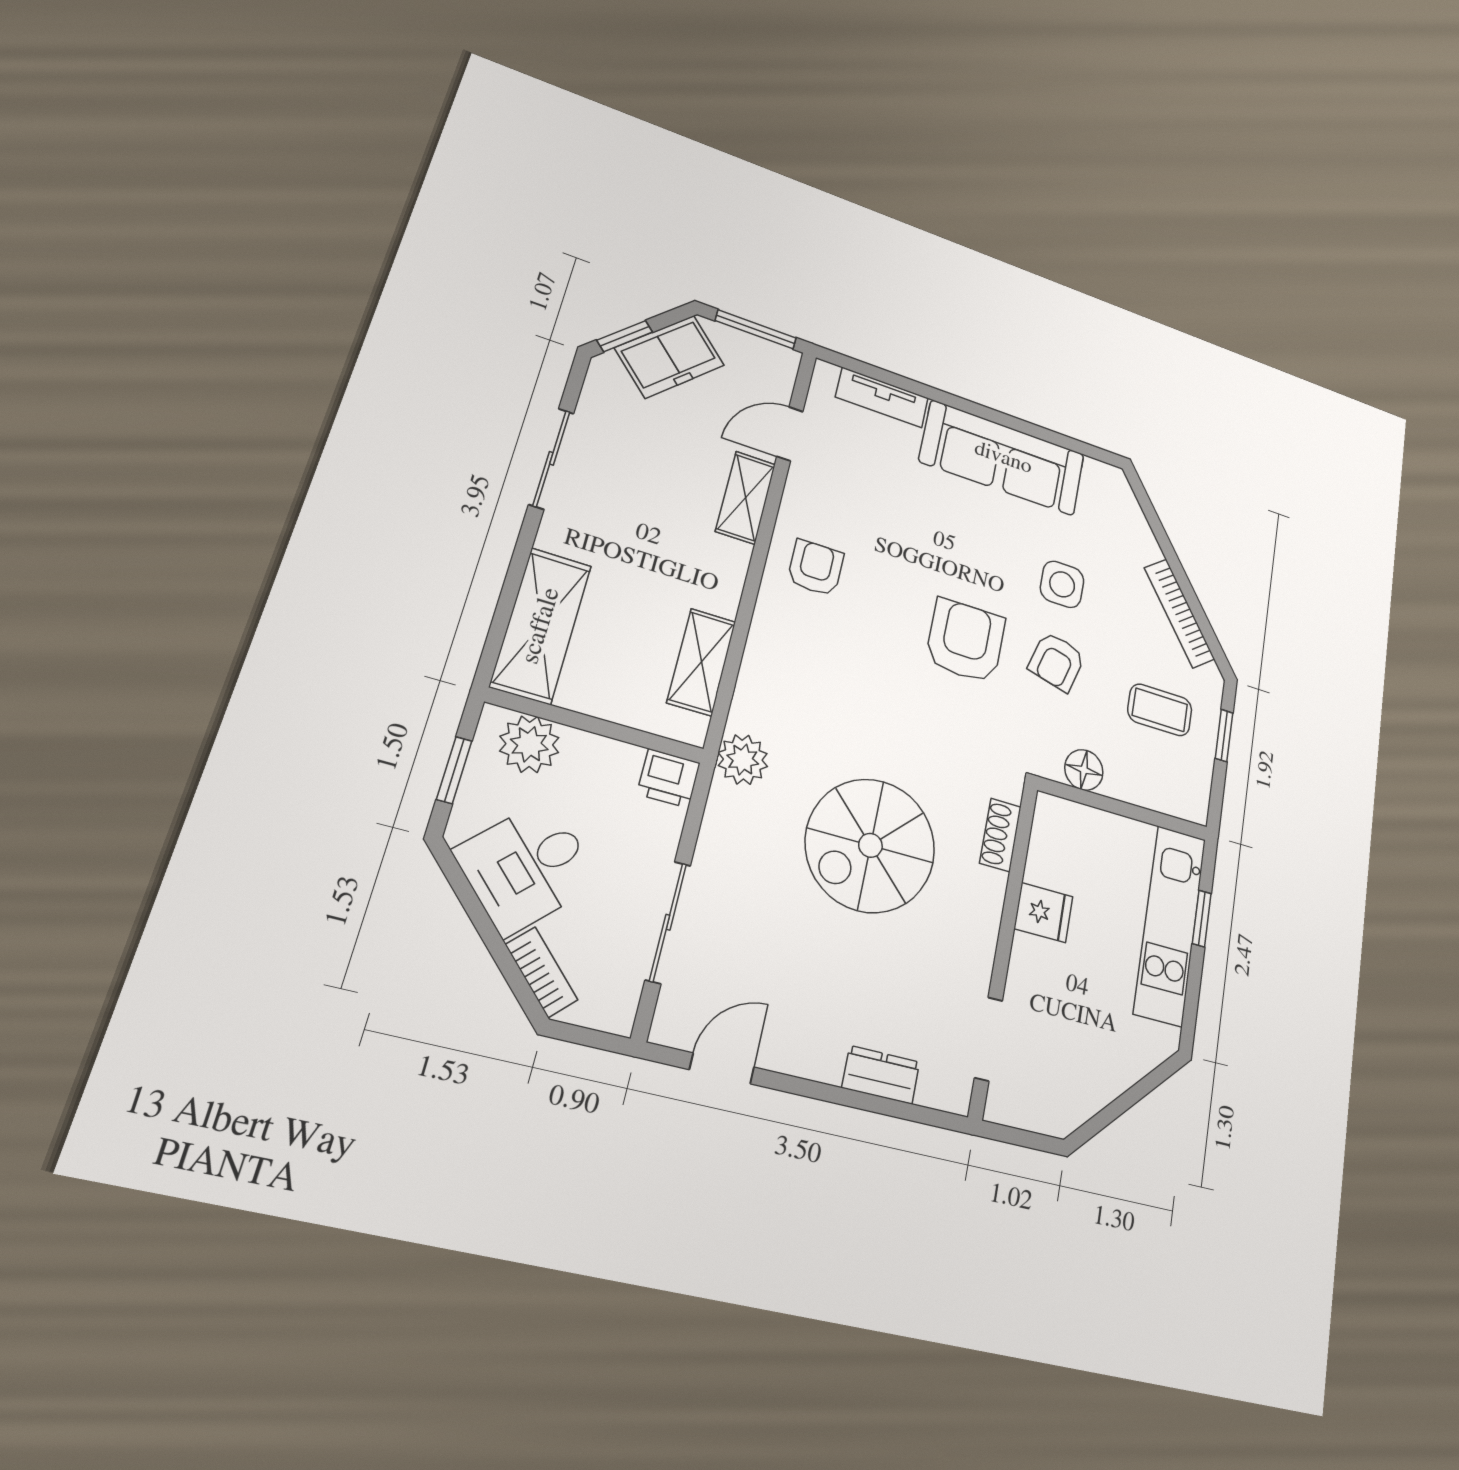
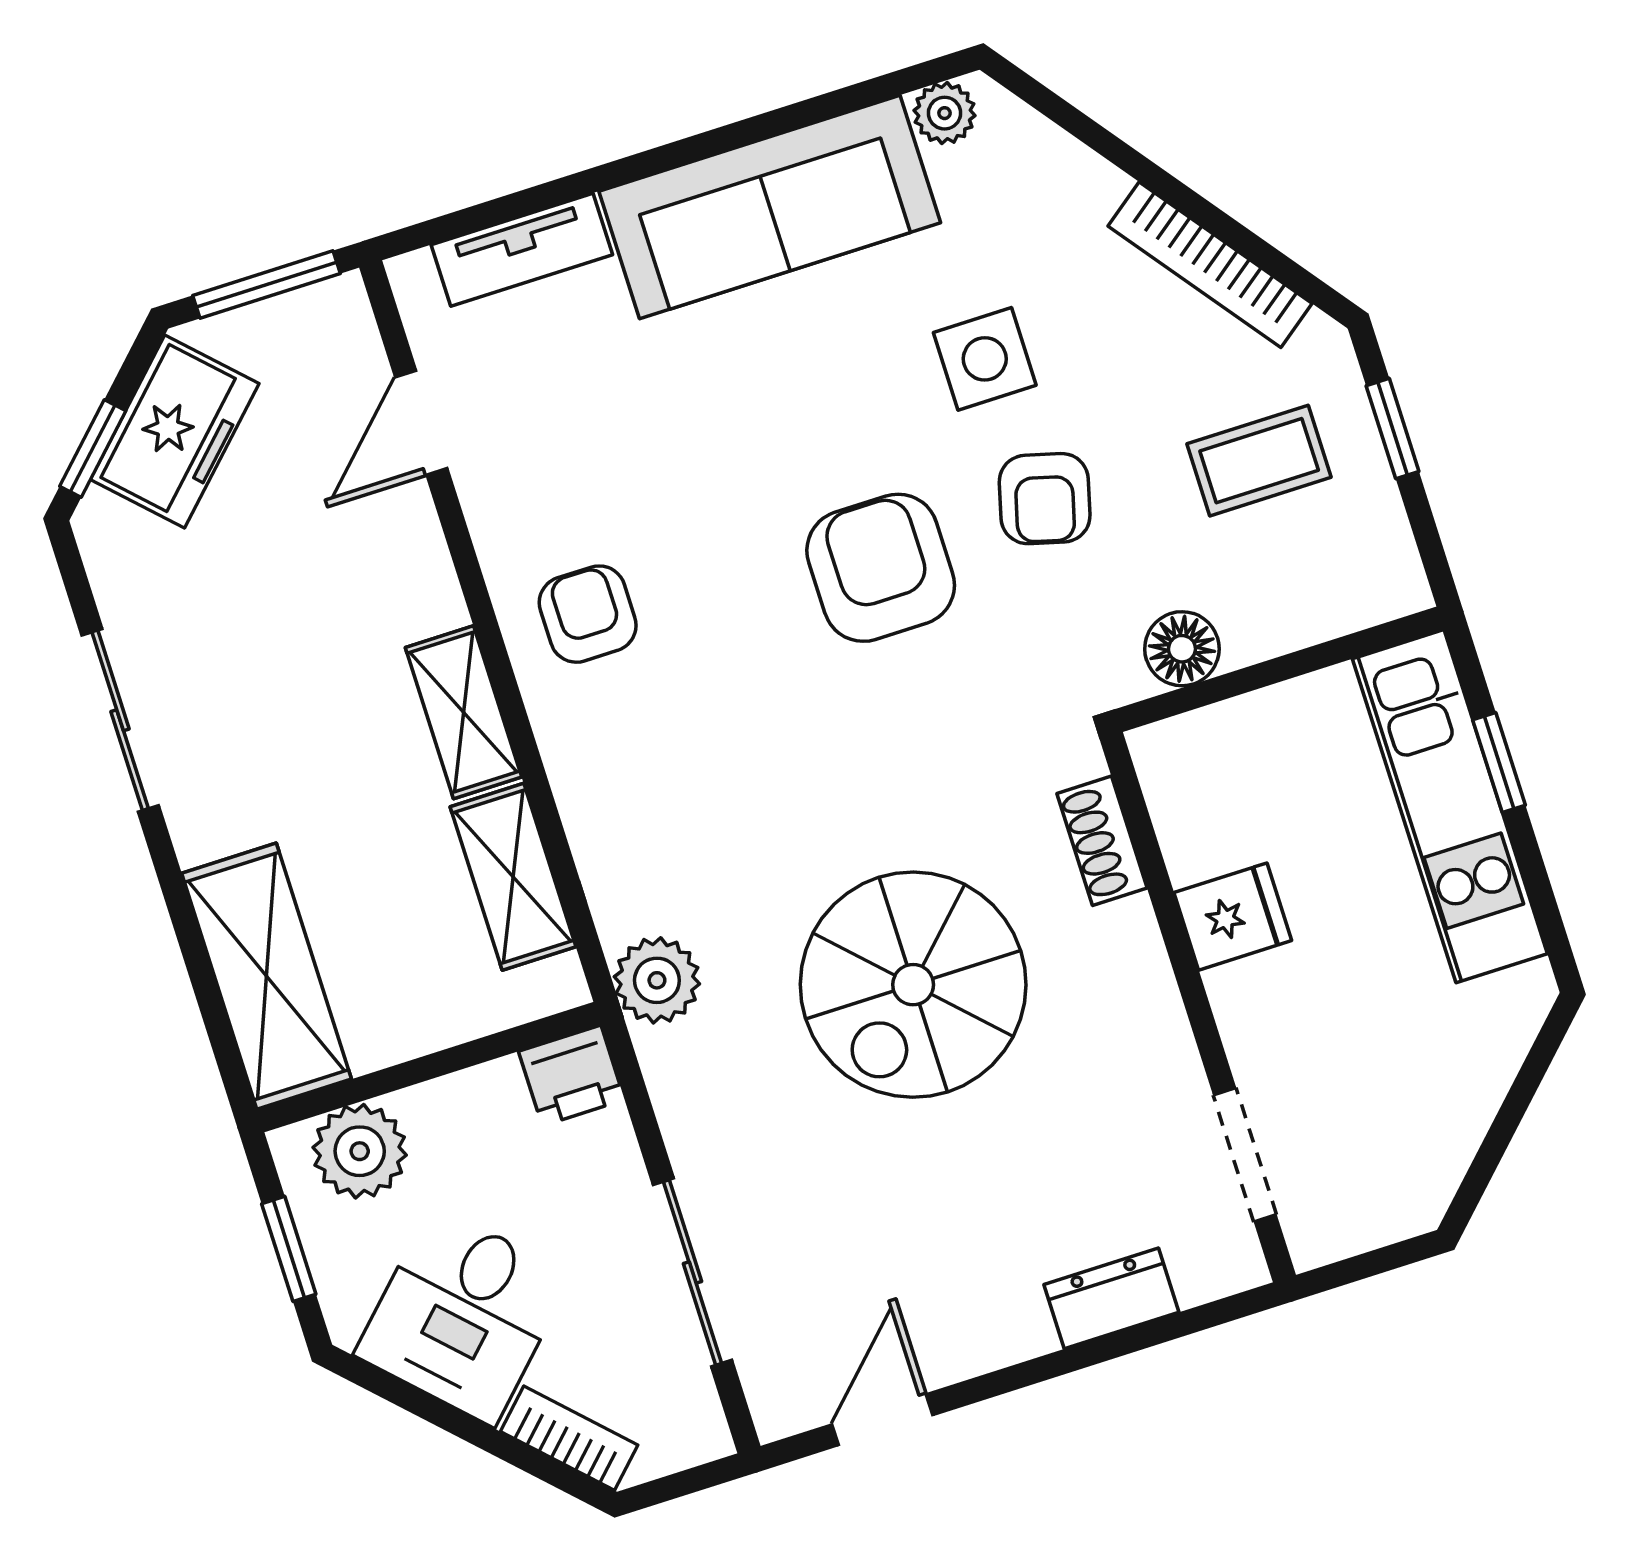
plant: (1099, 475) -> (945, 113), added
shelving: (746, 498) -> (464, 712), moved

